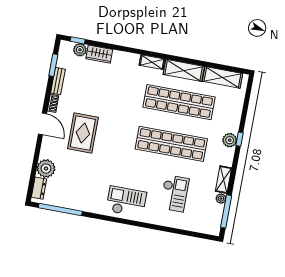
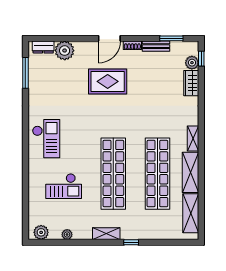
plant: (230, 140) -> (41, 232), moved
shelving: (224, 180) -> (106, 234), moved
window: (60, 209) -> (25, 73), width x0.68
window: (226, 211) -> (55, 242), removed

